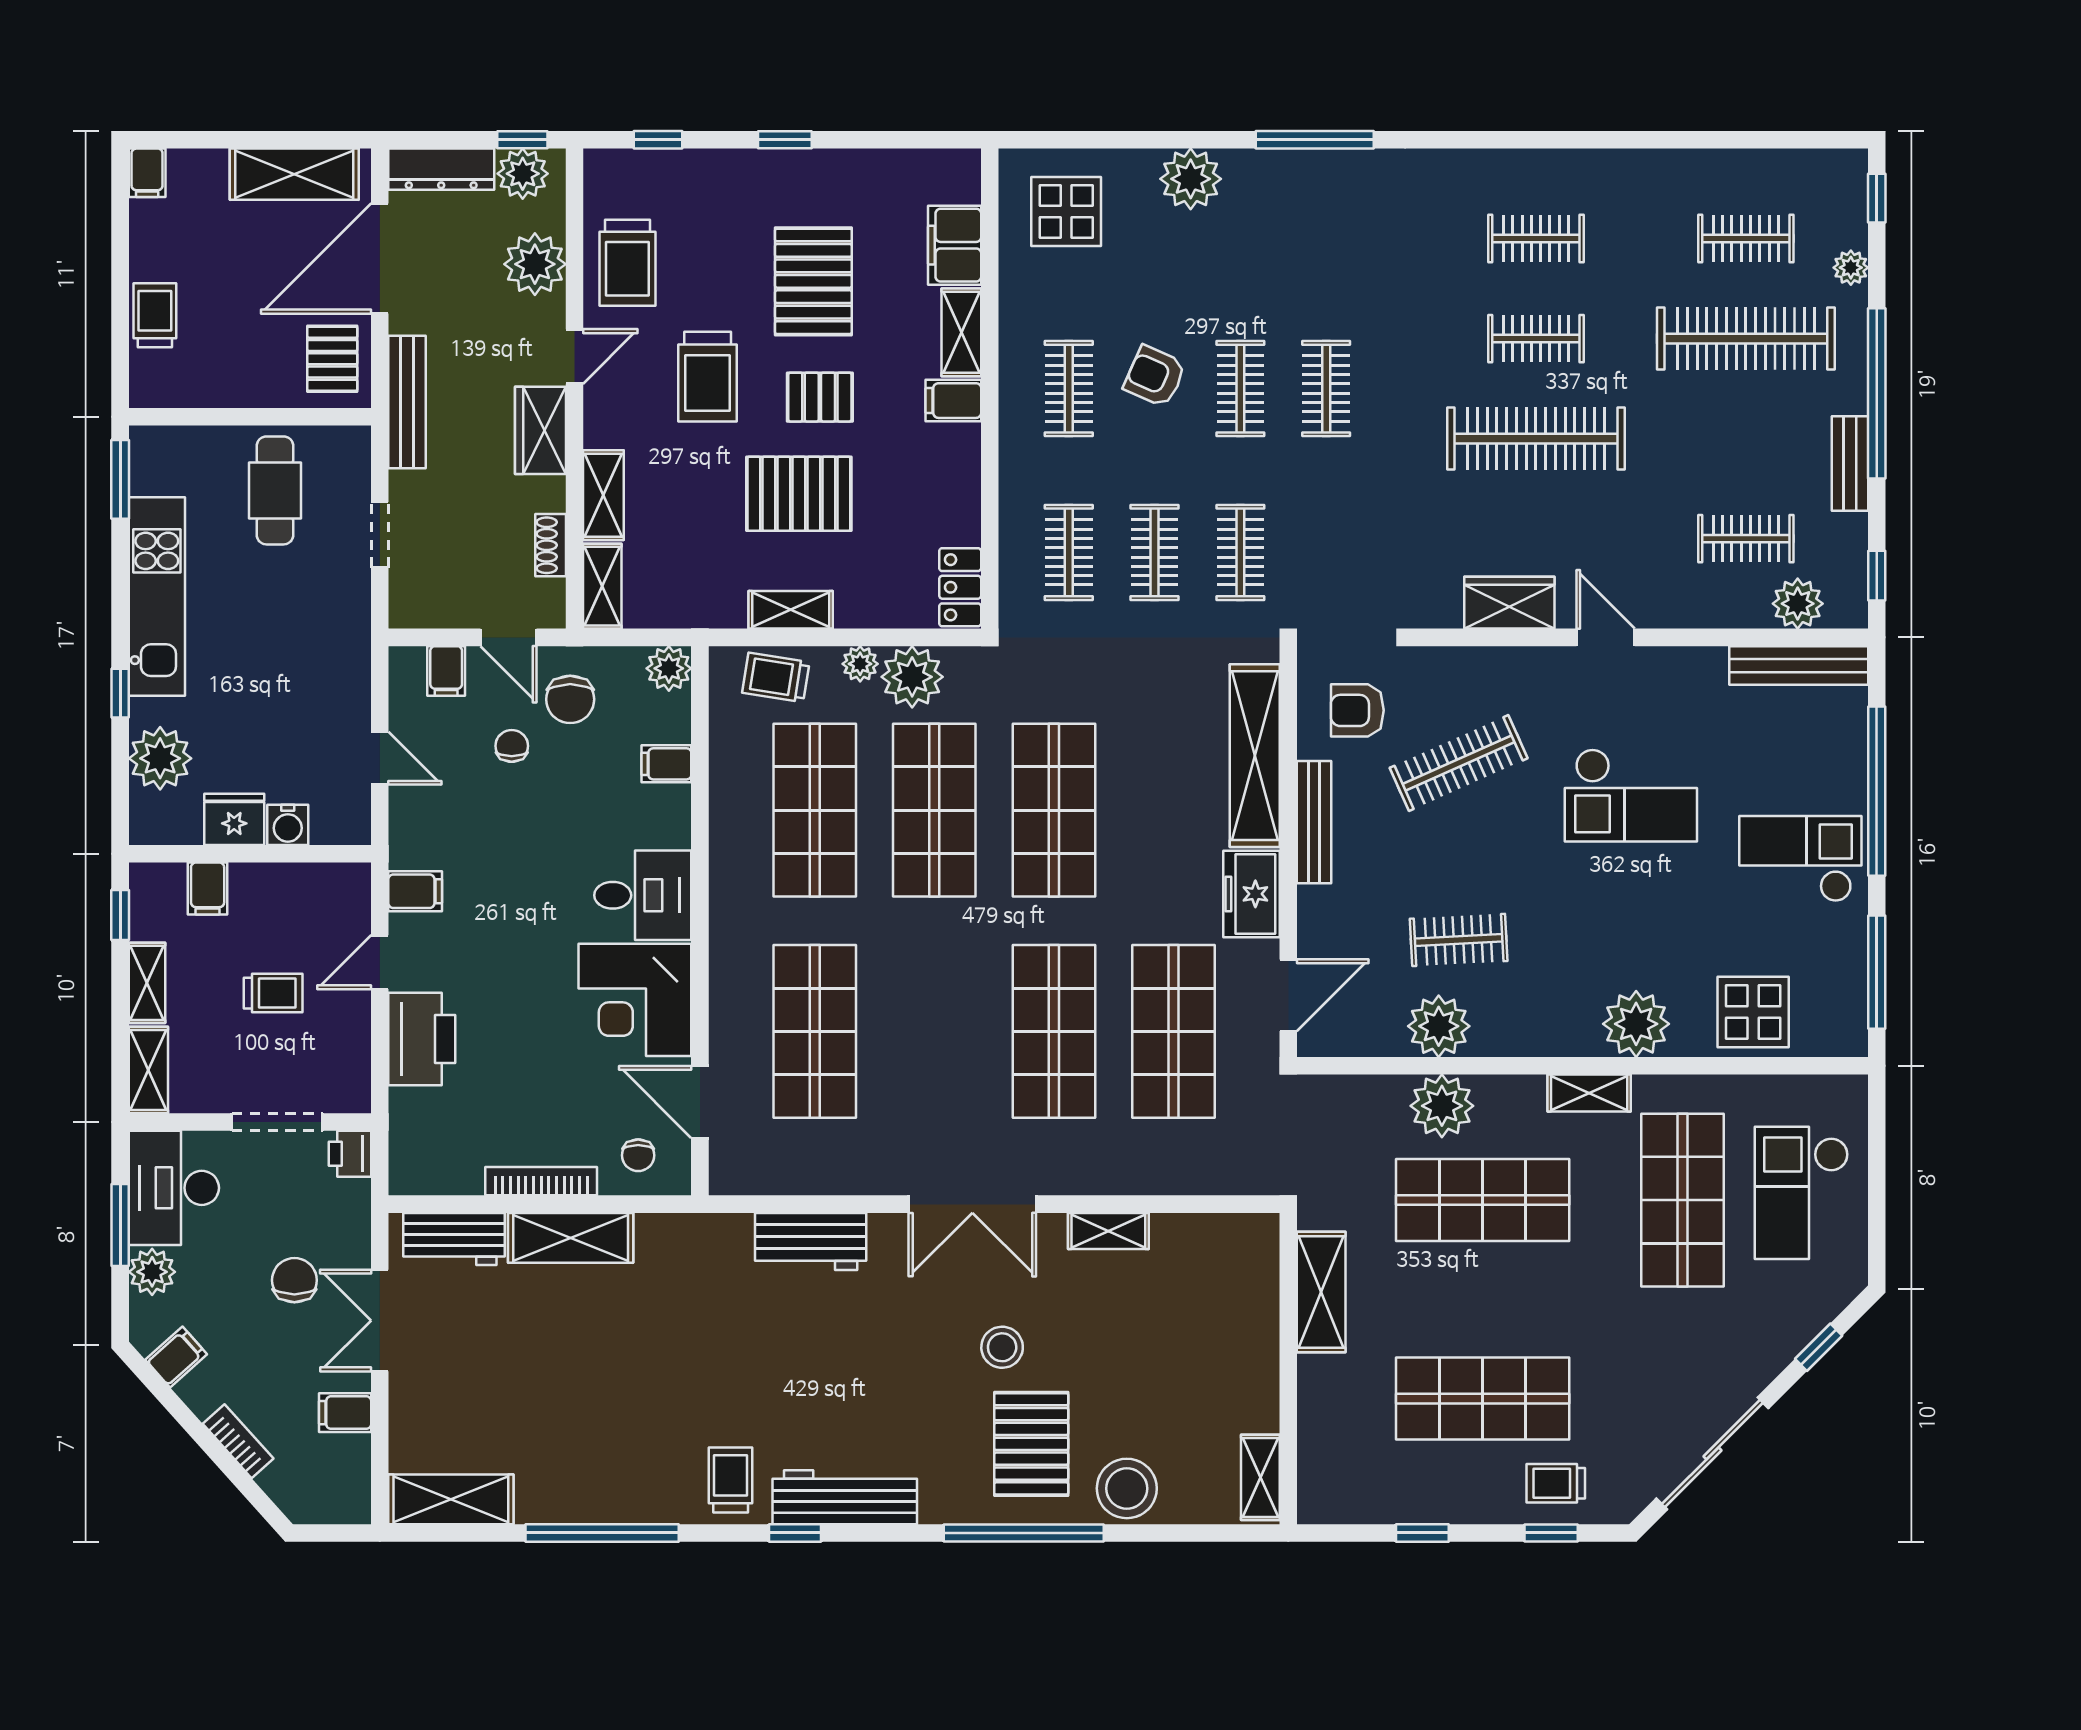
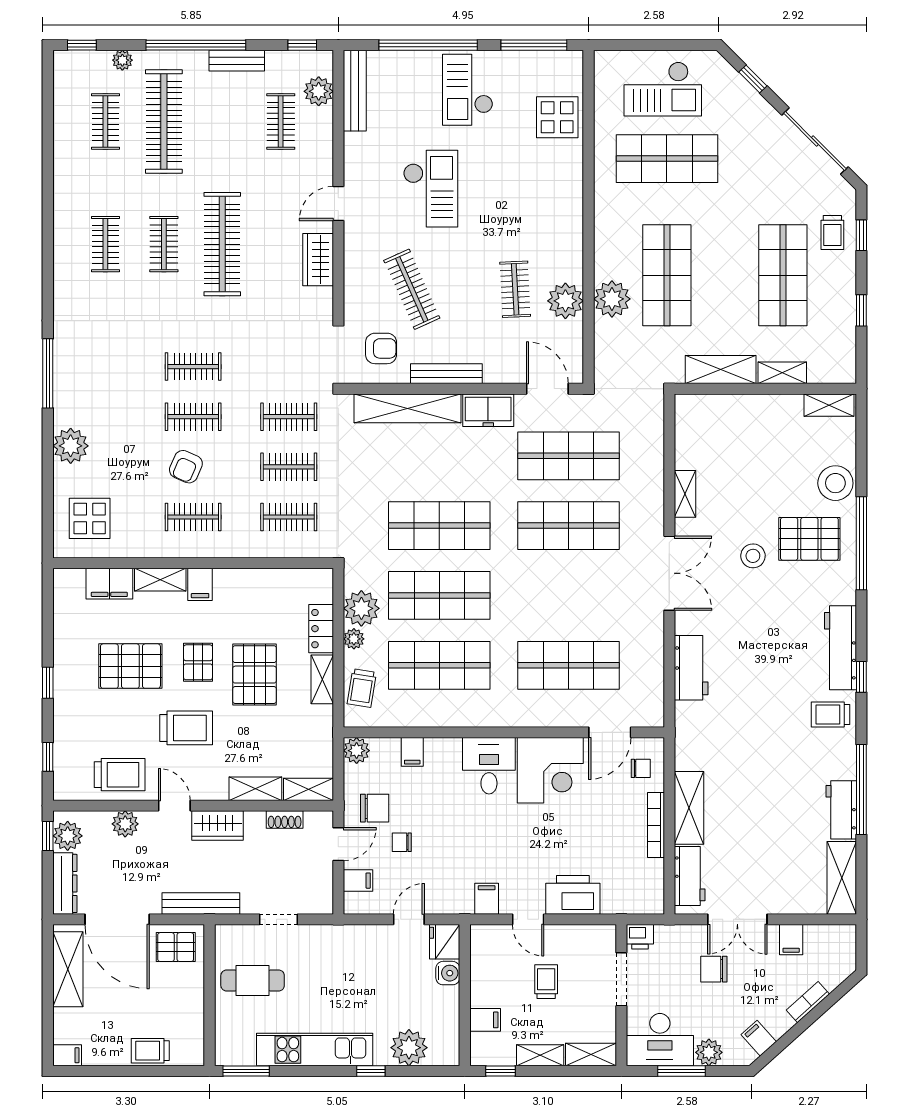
plant: (535, 264) -> (125, 824), width x0.73, depth x0.73
locker: (960, 587) -> (321, 629), moved, turned 90
armchair: (1357, 710) -> (381, 348), turned -90
fridge: (234, 819) -> (445, 942), moved
plant: (1636, 1024) -> (564, 186), removed
shelving: (1589, 1093) -> (782, 373), moved, turned 90
workbench: (567, 1498) -> (841, 810), added

